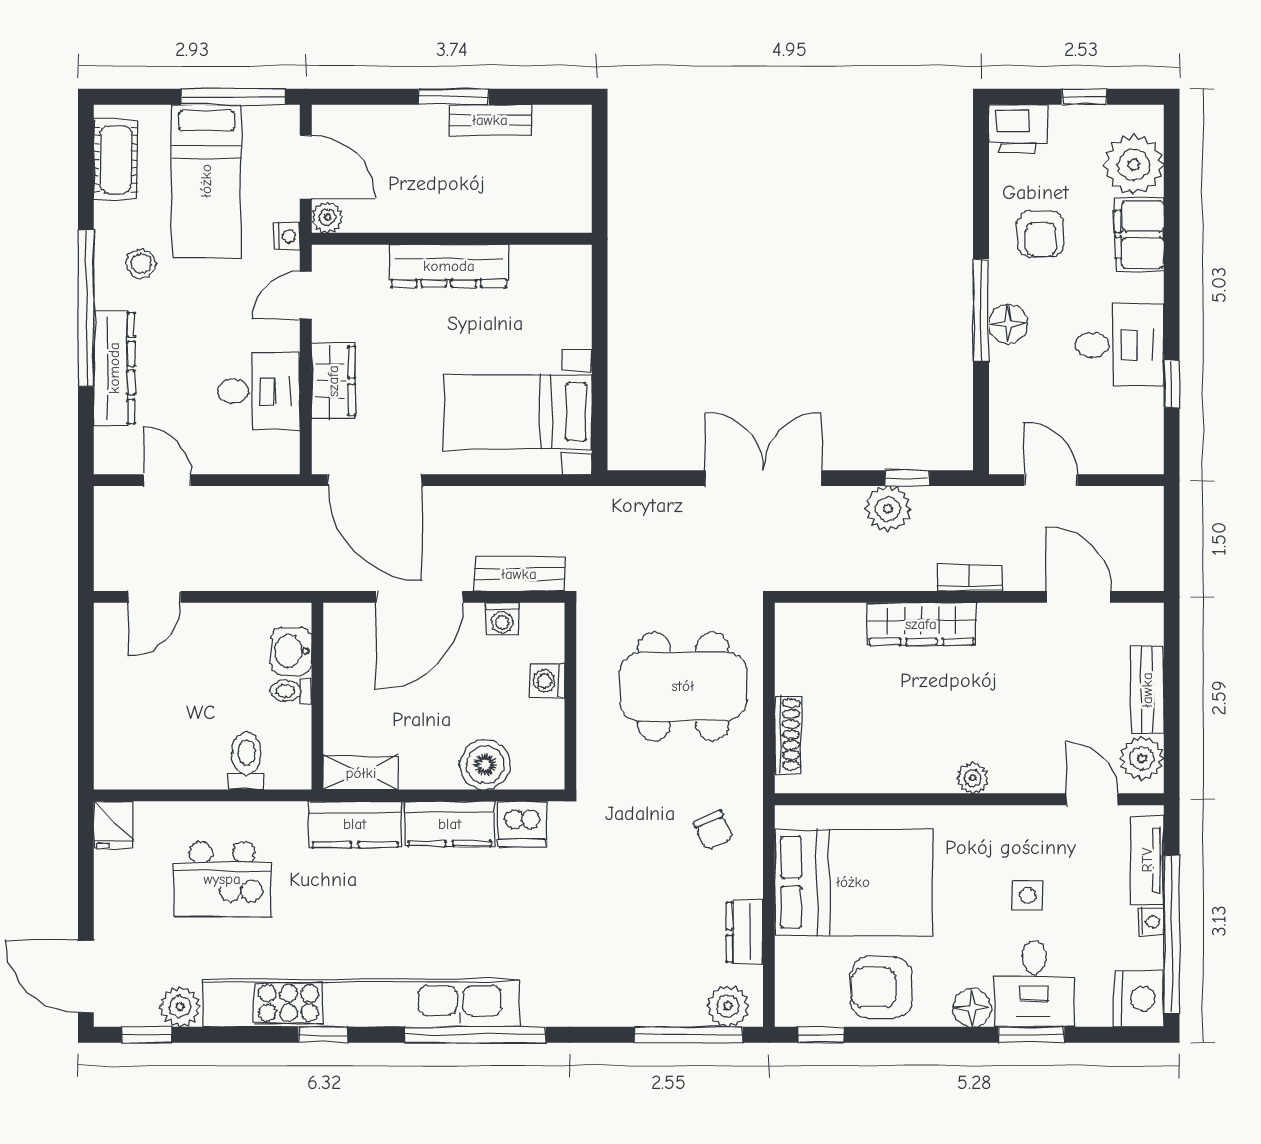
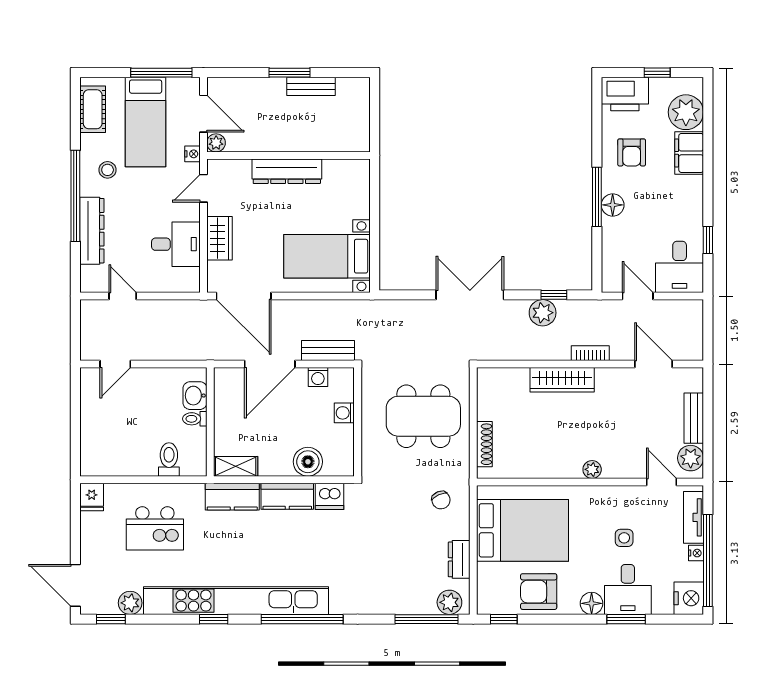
printer: (1018, 129) -> (625, 94), width x1.37, depth x1.19
desk: (1120, 345) -> (680, 267), moved, turned 90

